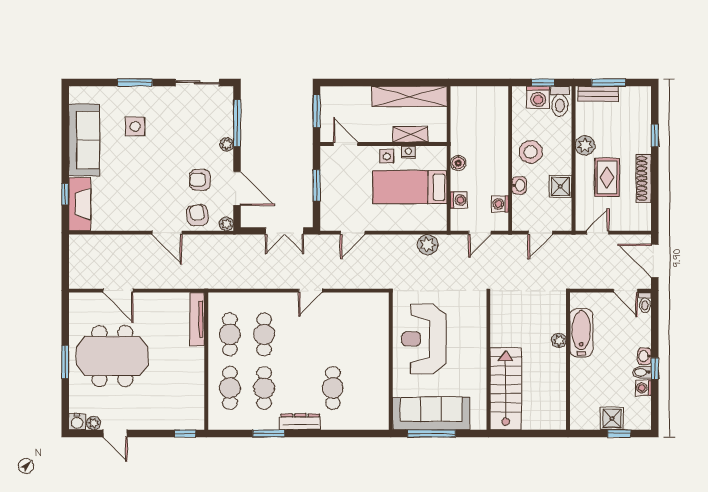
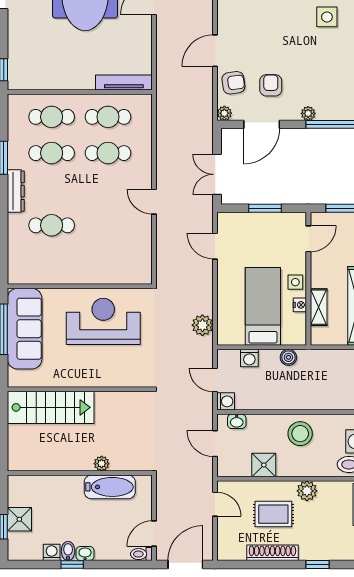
washbasin: (519, 185) -> (237, 421), moved
washing machine: (500, 204) -> (226, 401), moved, turned 90

